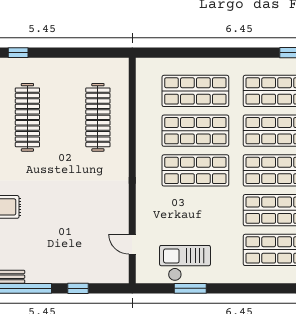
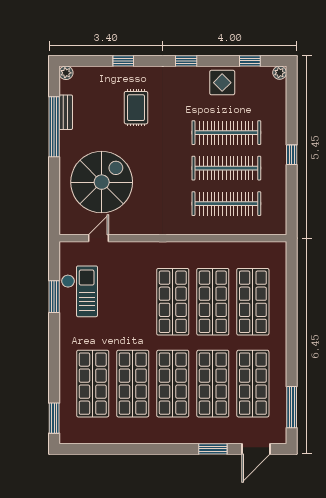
window: (18, 53) -> (292, 155), moved
clothes rail: (63, 117) -> (226, 168), added
spiral stairs: (77, 241) -> (102, 182), added
window: (78, 288) -> (54, 184), removed

